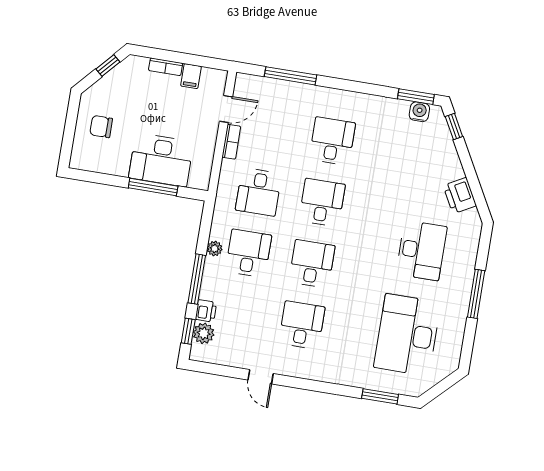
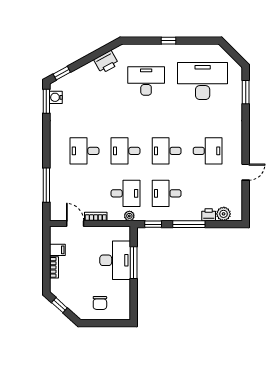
plant: (215, 249) -> (129, 216), moved
window: (476, 294) -> (168, 41), width x0.46
desk: (302, 325) -> (208, 151), turned 180
window: (188, 331) -> (153, 224), moved
desk: (407, 335) -> (203, 81), turned 180

